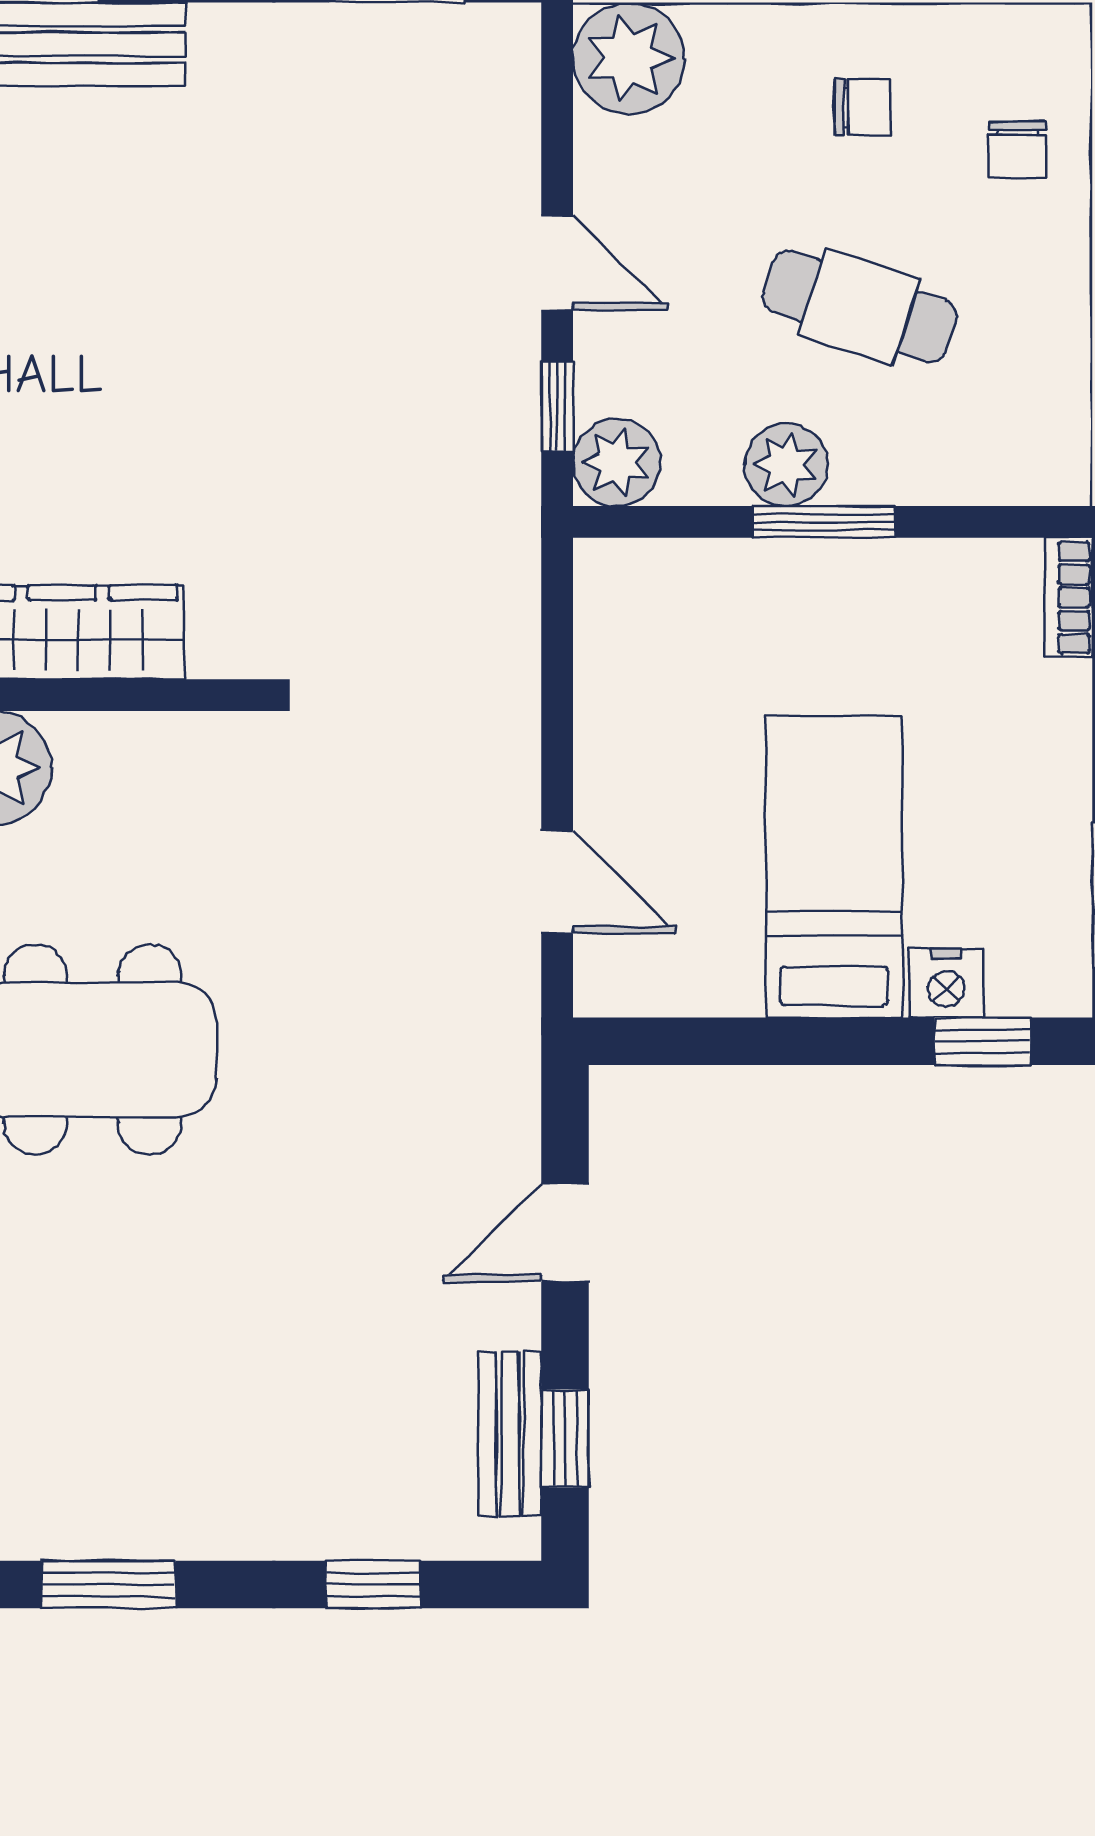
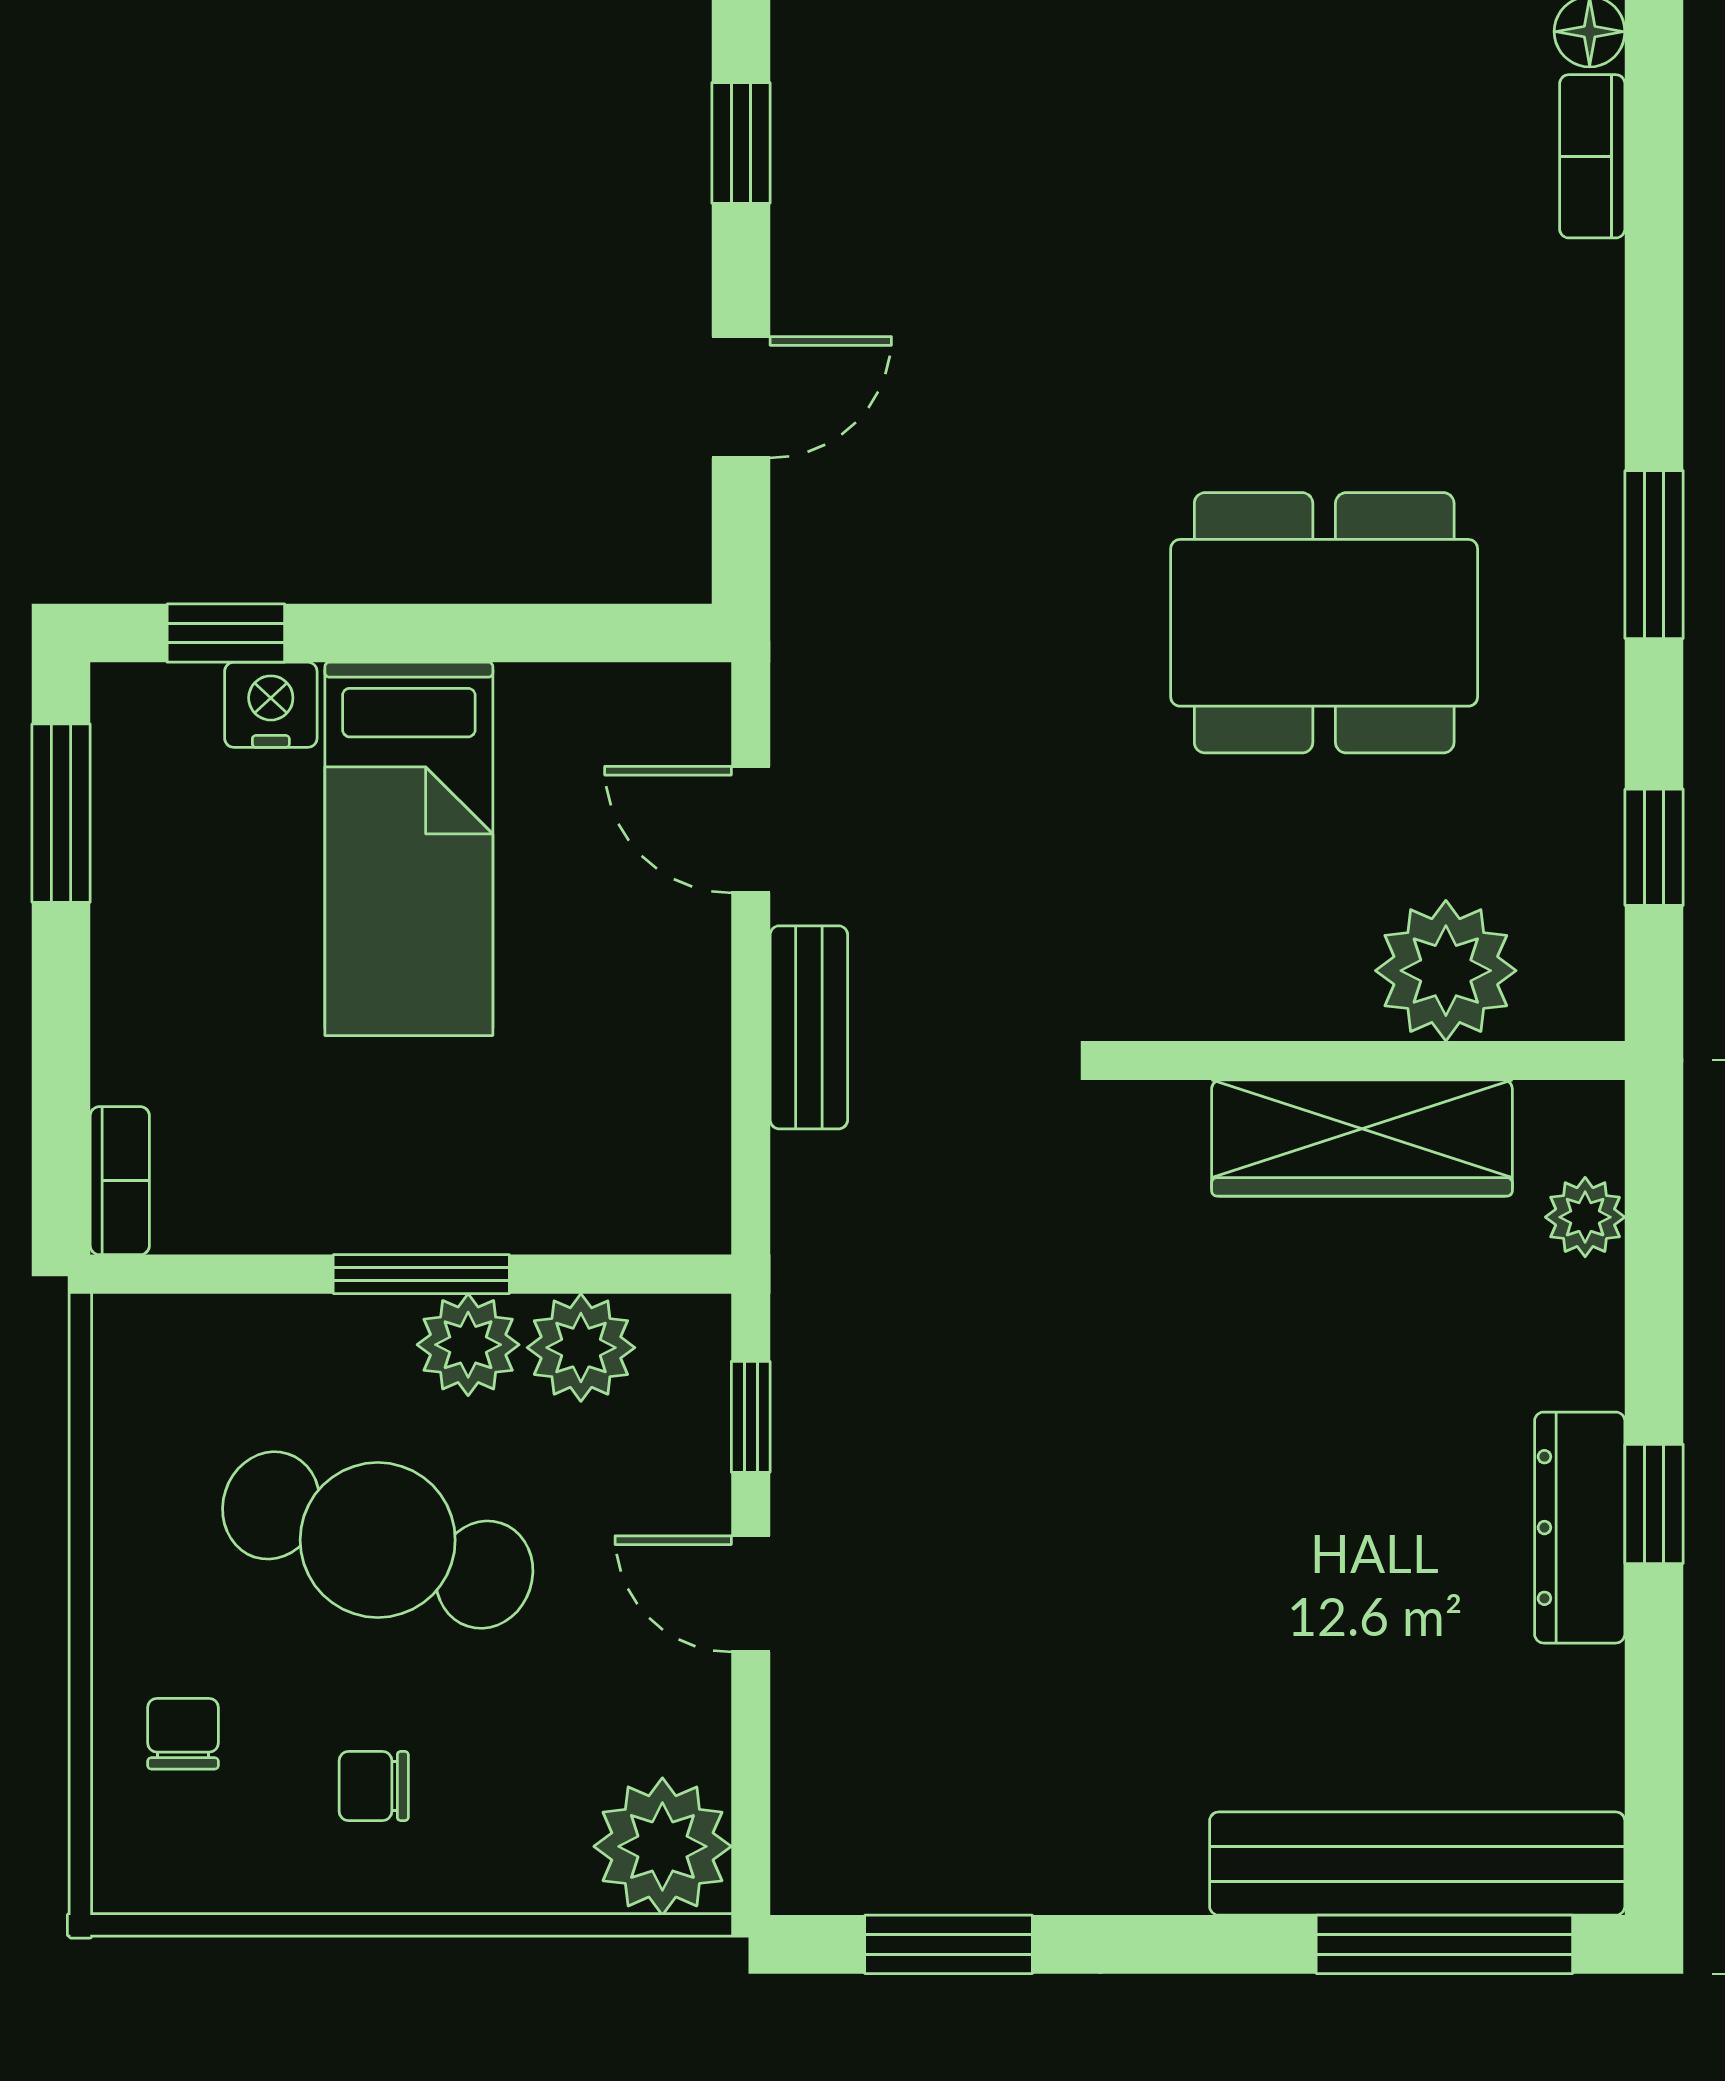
cafe table: (859, 306) -> (378, 1540), width x1.37, depth x1.35
plant: (617, 462) -> (581, 1348), moved
bench: (510, 1434) -> (809, 1027), moved

